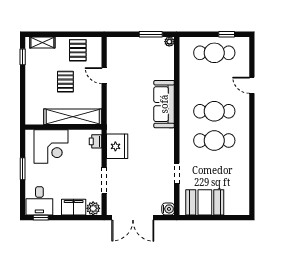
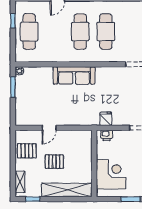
shelving: (73, 117) -> (67, 190), moved, turned 90
fridge: (117, 146) -> (106, 119), width x0.53, depth x0.75

